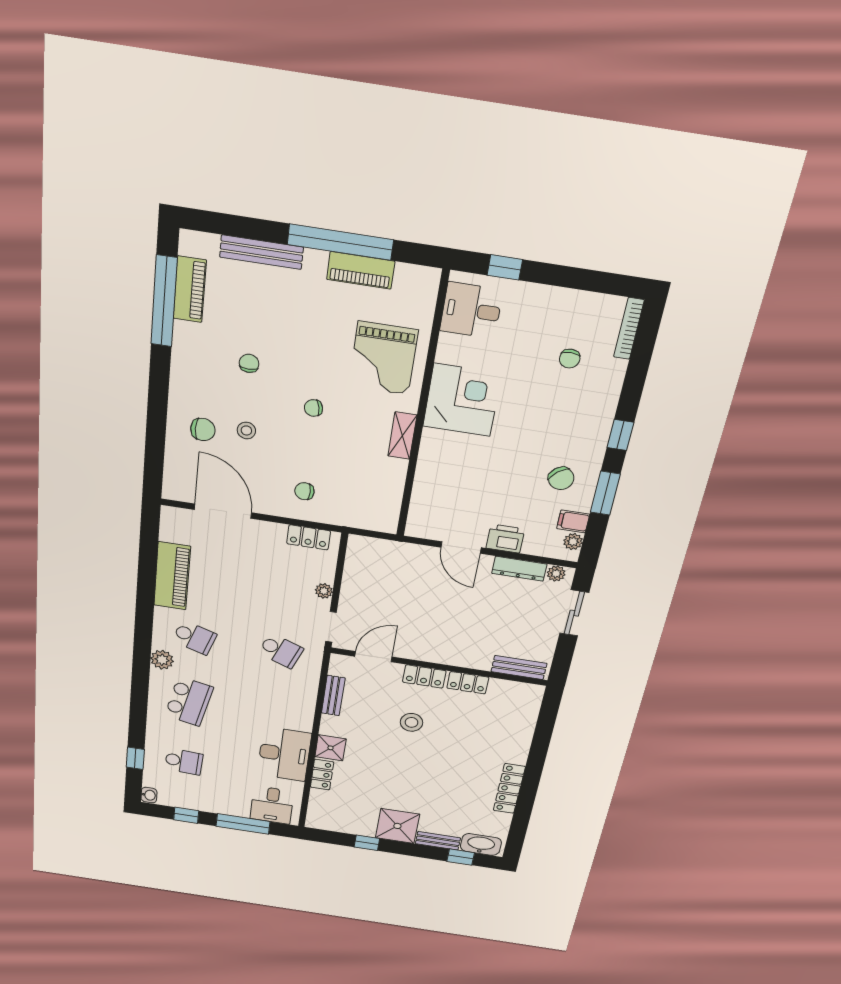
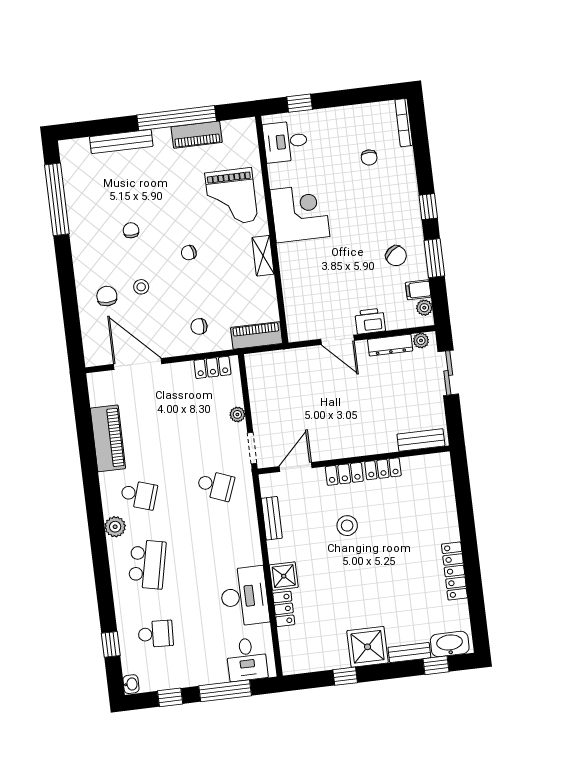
piano: (190, 289) -> (257, 335), moved, turned -90
chair: (203, 429) -> (107, 296), turned -90

